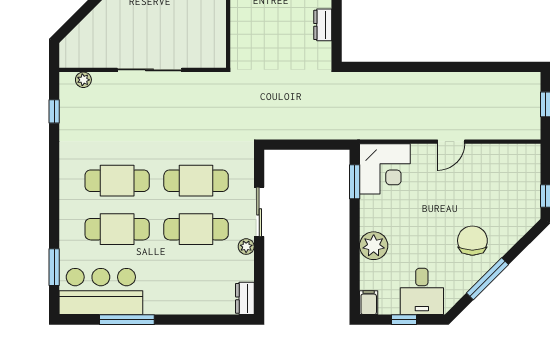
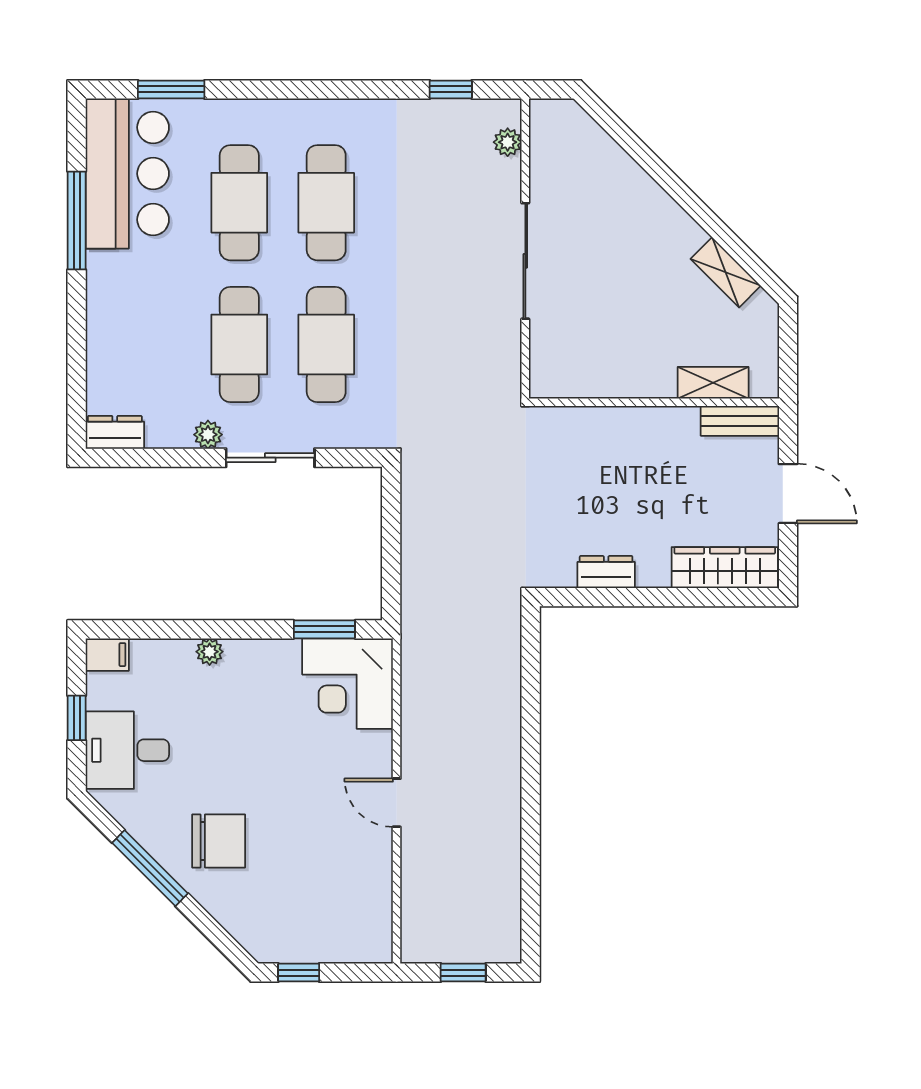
plant: (374, 246) -> (210, 652), width x0.53, depth x0.53

